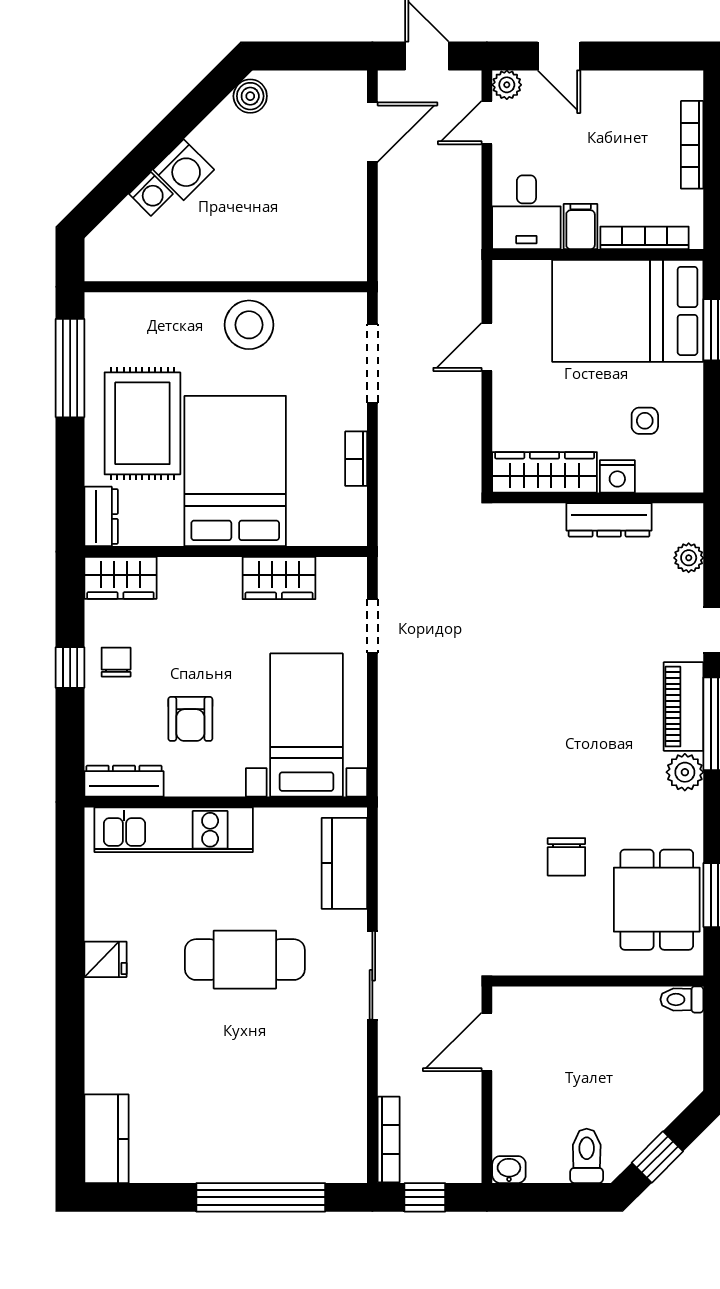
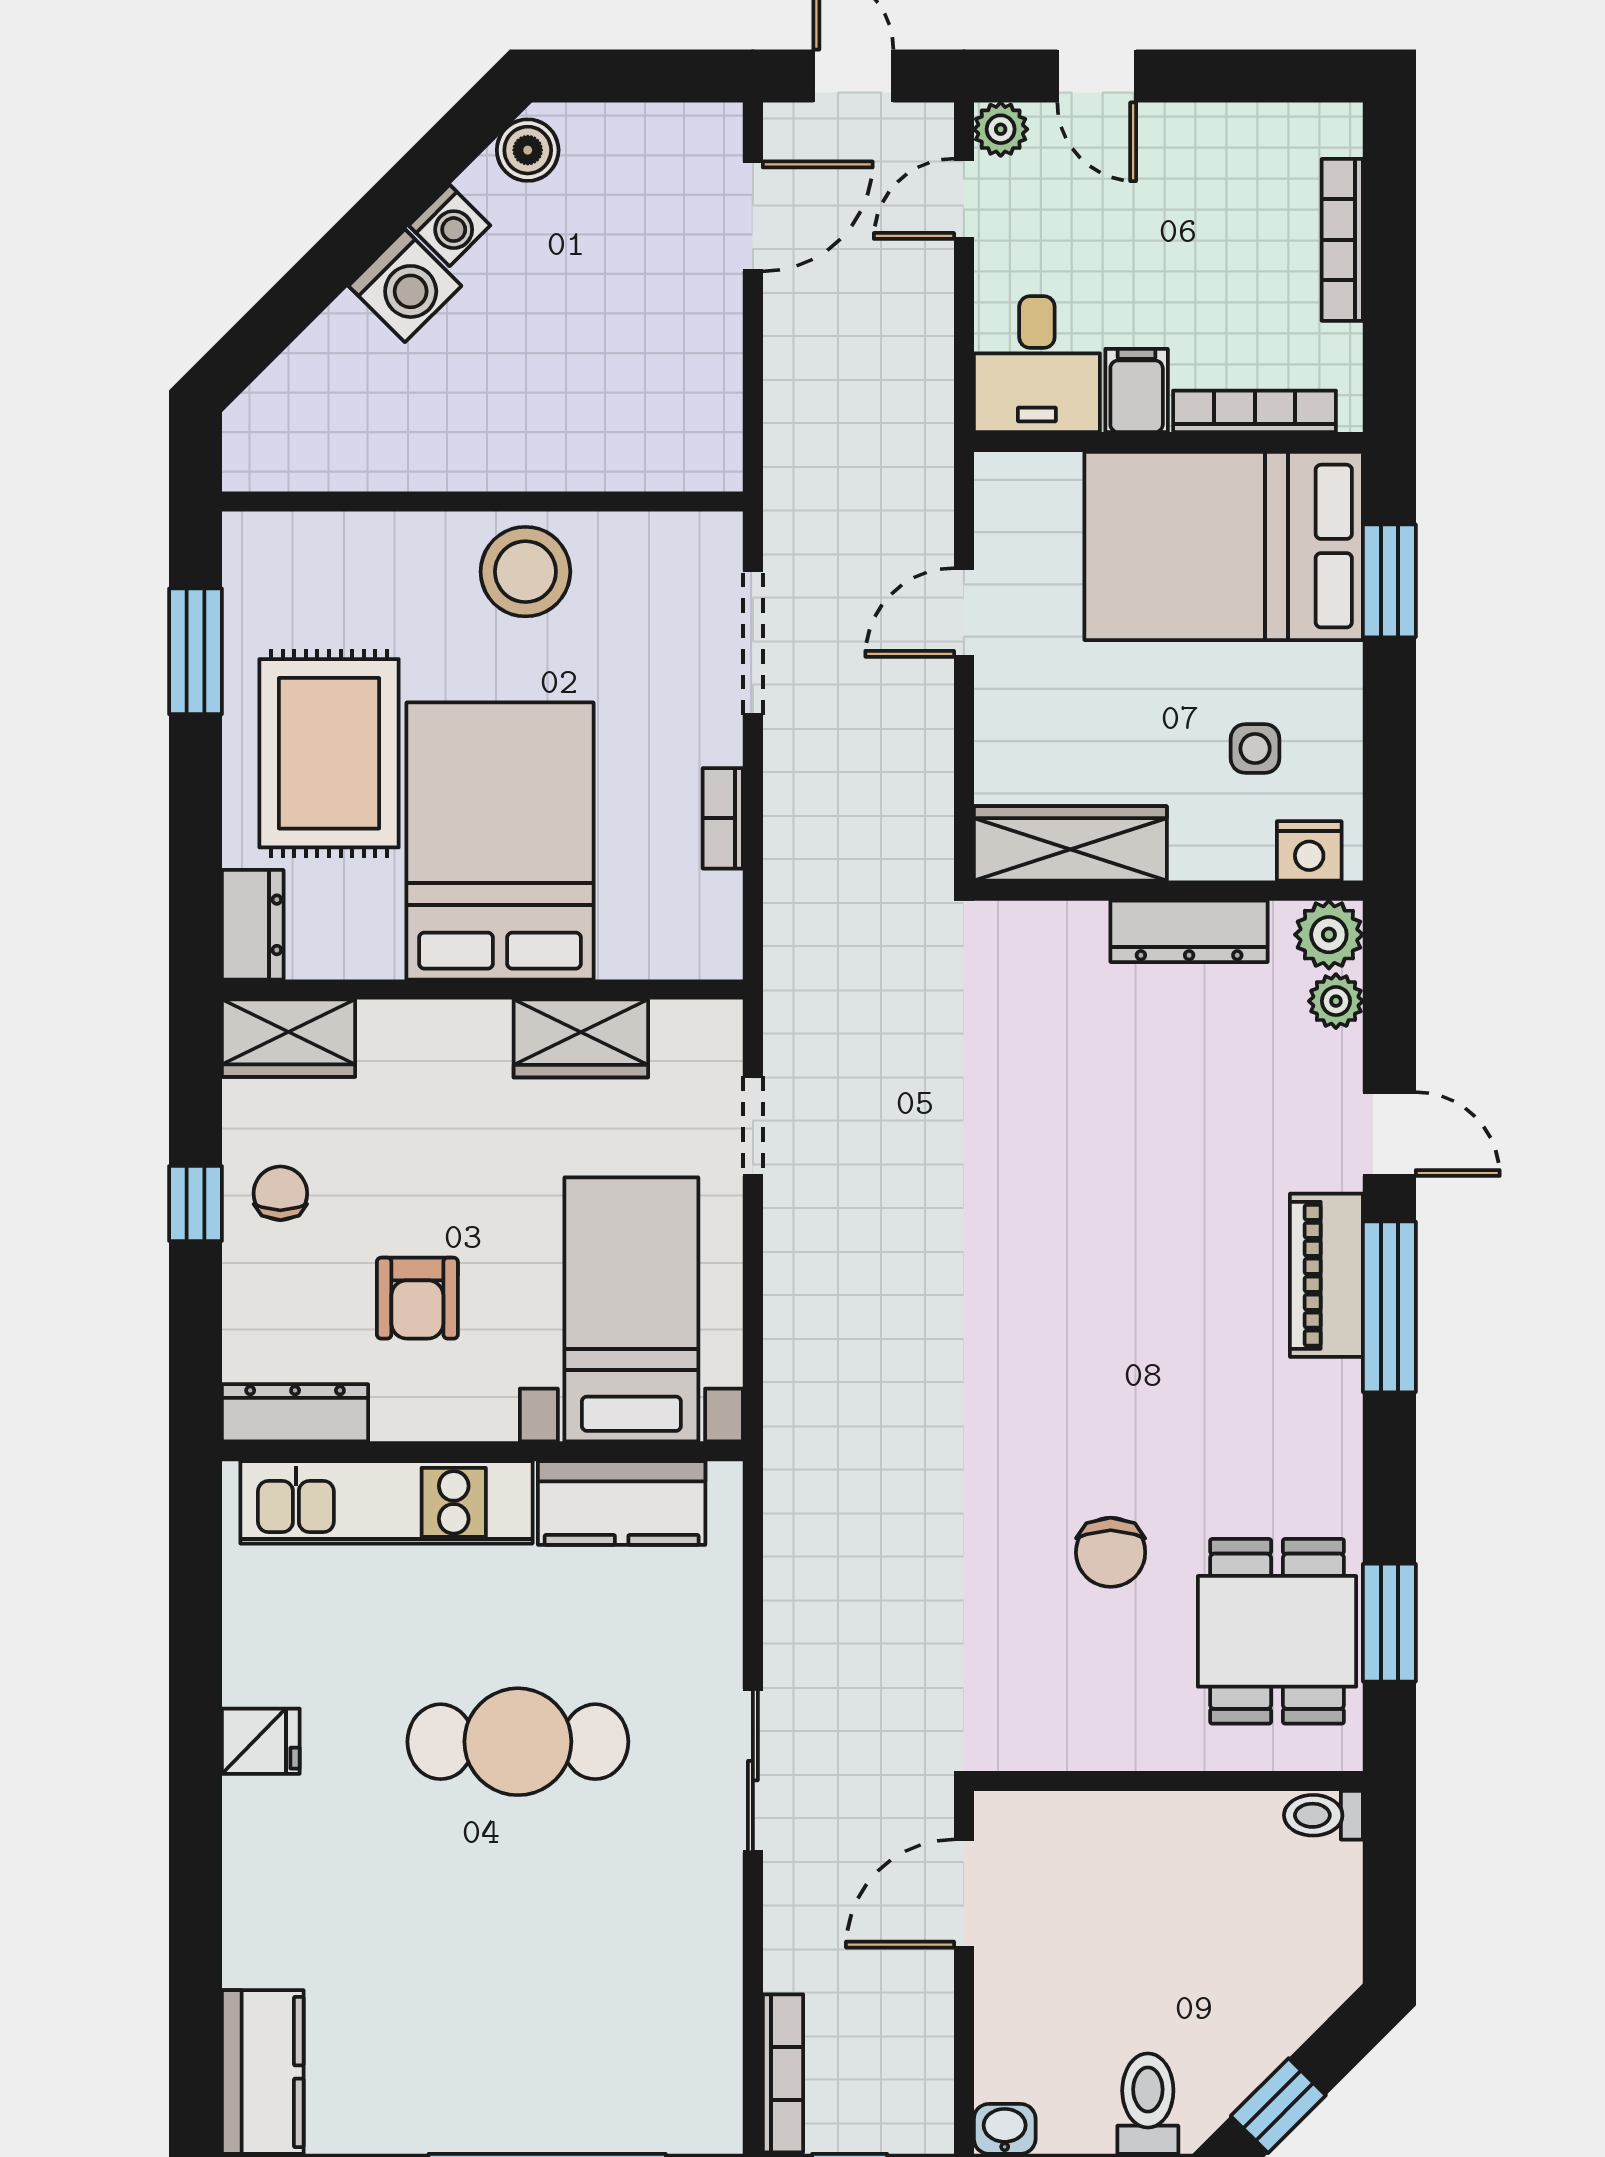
washing machine: (151, 194) -> (450, 225), moved
window: (70, 368) -> (195, 651), width x0.69
nightstand: (617, 476) -> (1309, 851), moved
plant: (685, 772) -> (1329, 935), moved
kitchen counter: (344, 863) -> (622, 1503), moved, turned -90

